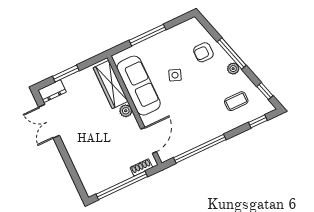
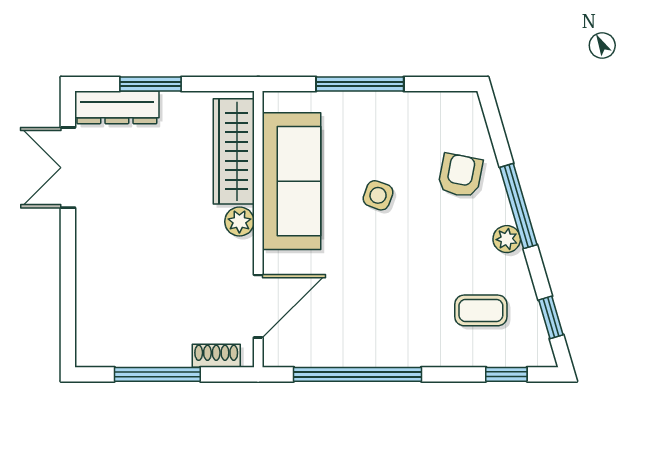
armchair: (203, 52) -> (460, 175), turned 101
dresser: (52, 91) -> (117, 107), width x1.44
window: (122, 185) -> (157, 374), width x0.68

